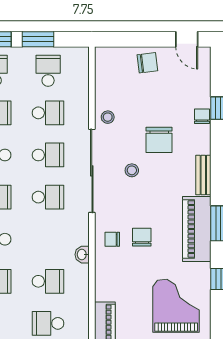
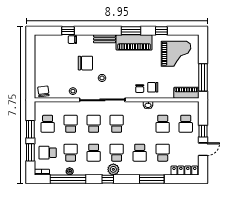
door: (187, 39) -> (30, 48), removed
chair: (147, 63) -> (43, 91), moved
school desk: (48, 71) -> (48, 124), turned -90
chair: (142, 237) -> (153, 87), moved
school desk: (48, 281) -> (163, 124), turned 180
grand piano: (176, 306) -> (176, 54), turned 180

